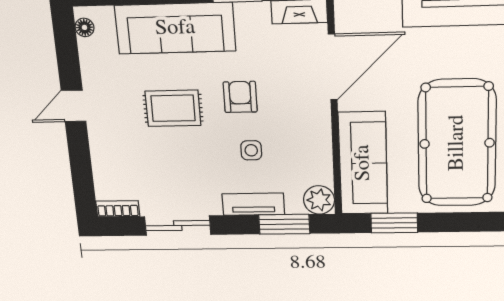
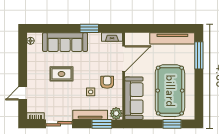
armchair: (240, 97) -> (107, 82), moved
door: (74, 106) -> (23, 93), moved
tv unit: (253, 204) -> (90, 115), width x1.41
window: (394, 223) -> (172, 124), moved

